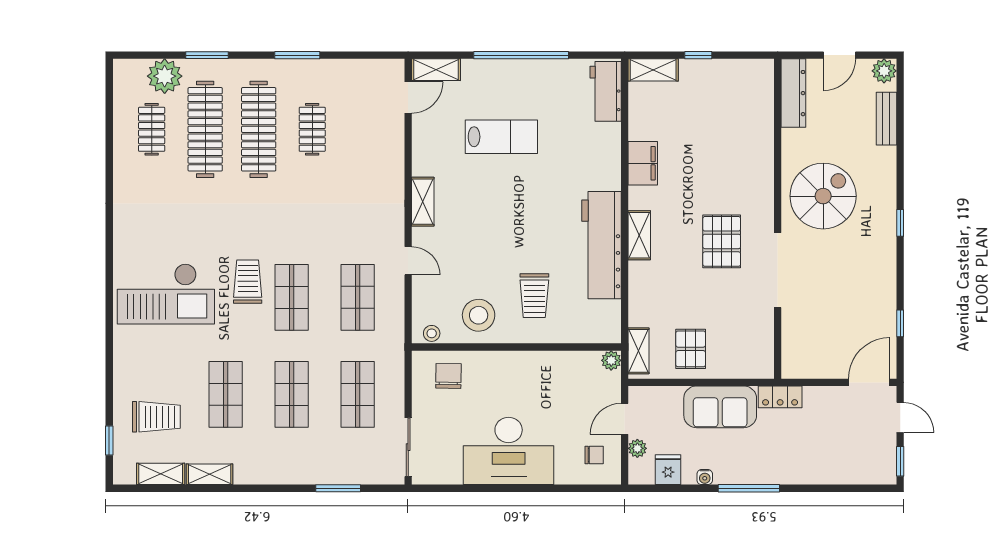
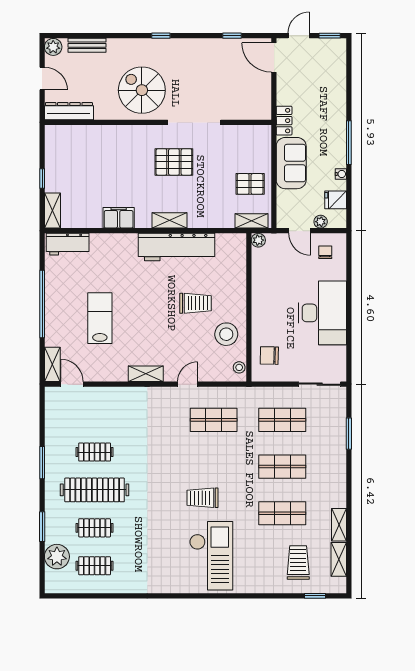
clothes rail: (205, 129) -> (95, 528), width x0.54, depth x0.76
trolley: (534, 296) -> (195, 303), moved
shop shelf: (292, 297) -> (214, 467), removed

